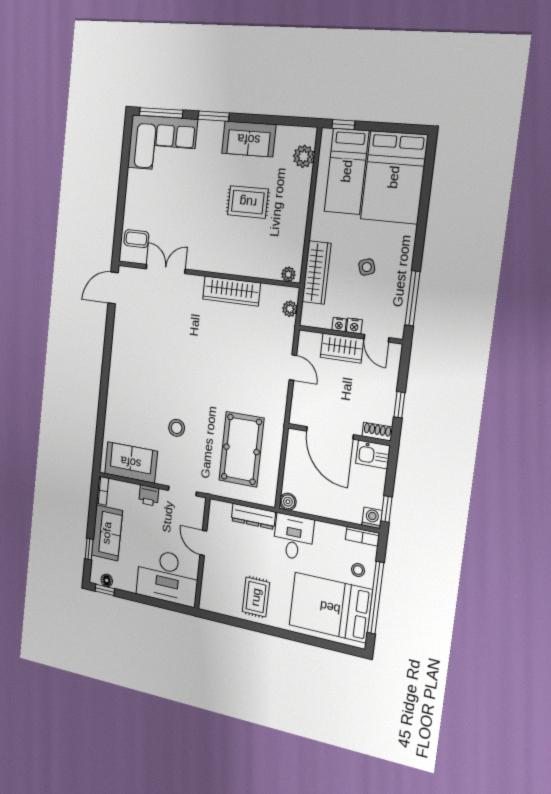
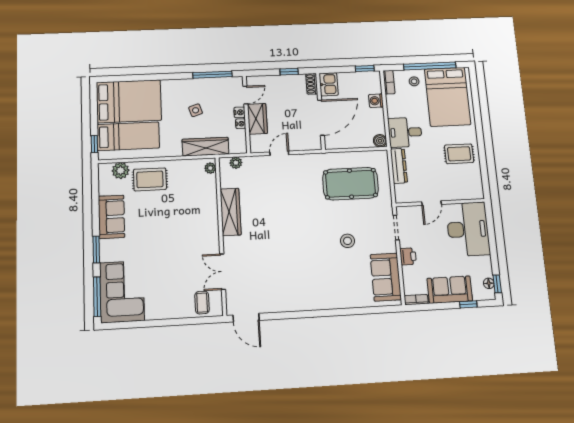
rug: (248, 202) -> (150, 179), moved, turned 90
washing machine: (372, 518) -> (376, 101), moved

